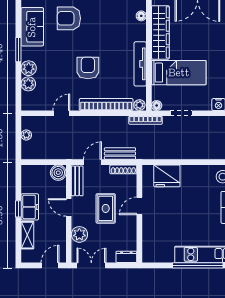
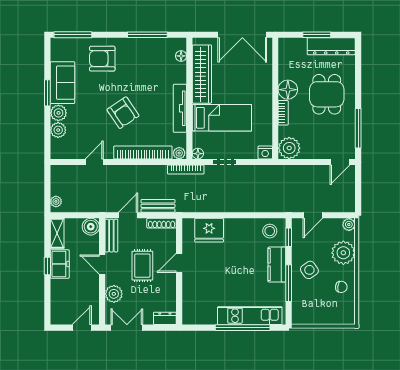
sofa: (32, 27) -> (62, 83), moved
armchair: (88, 68) -> (123, 113), turned 146
plant: (26, 135) -> (56, 201), moved
shelving: (27, 235) -> (57, 233), moved

